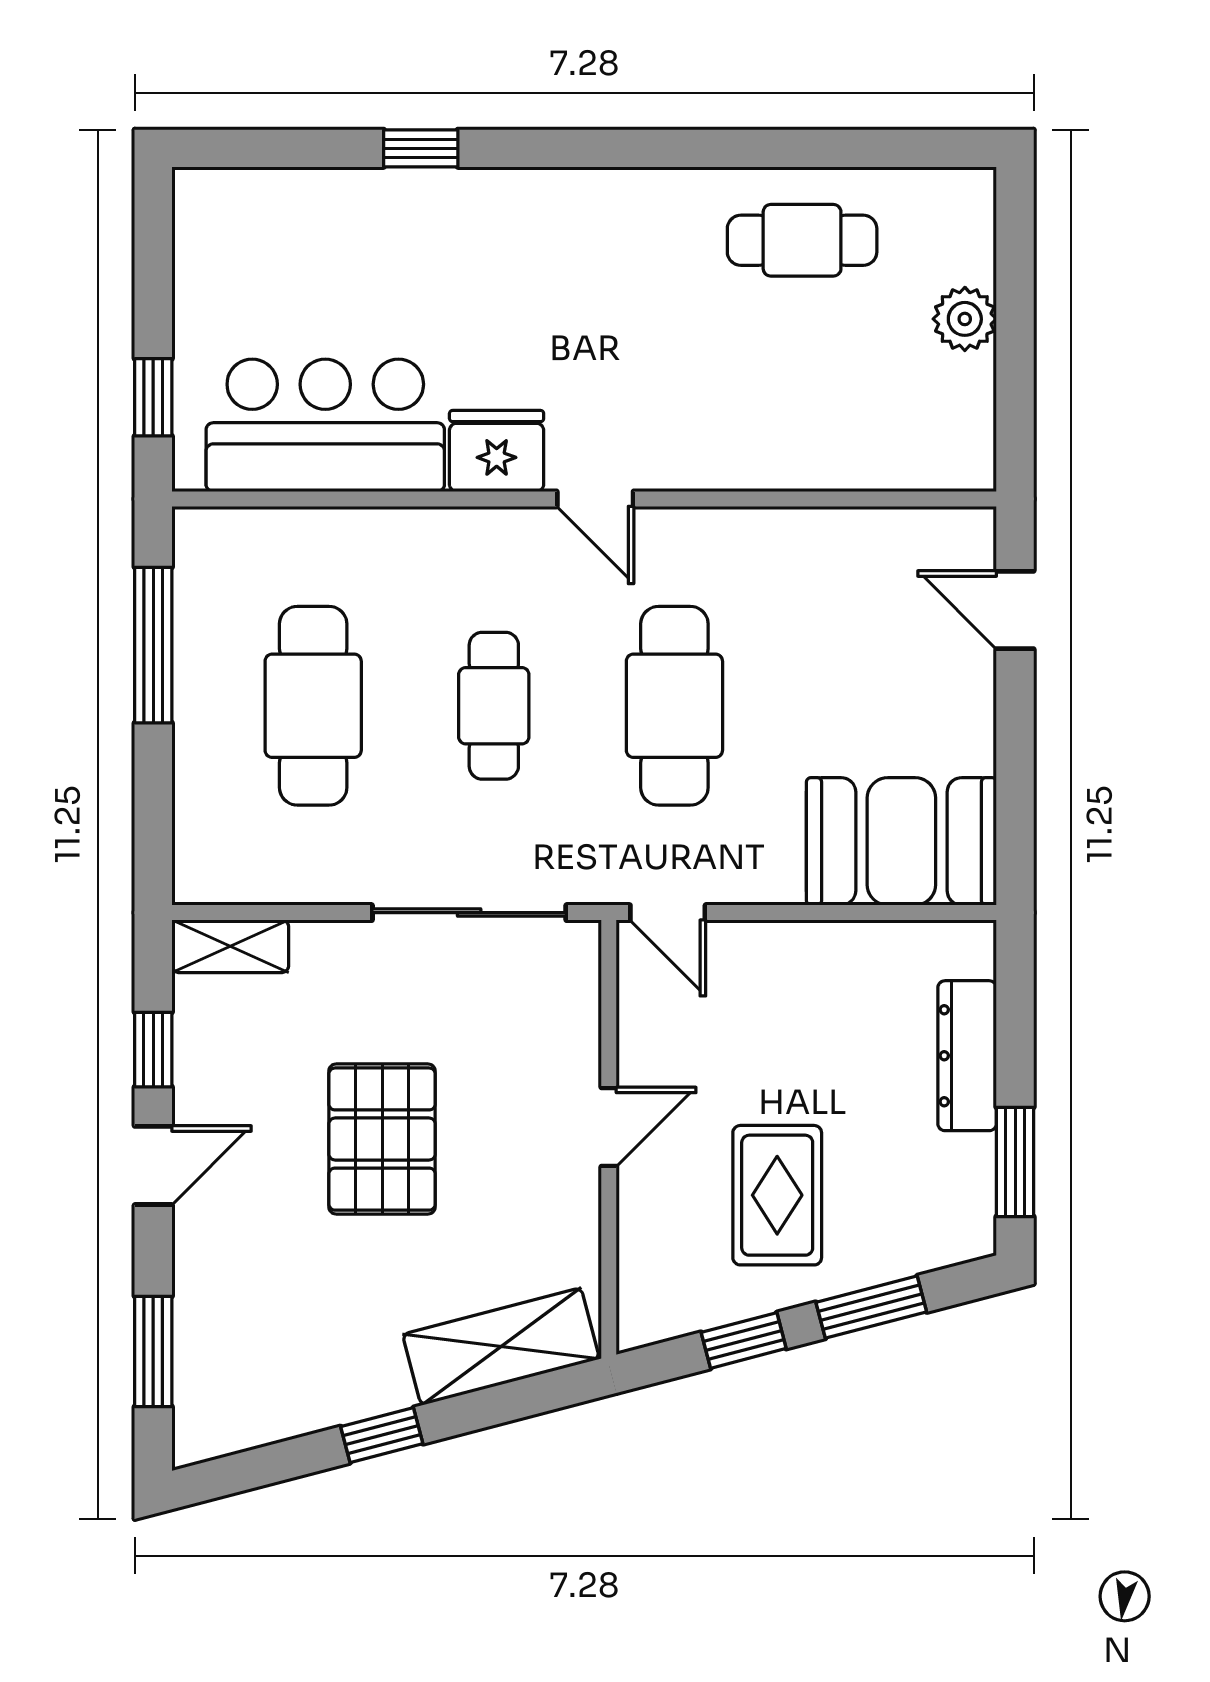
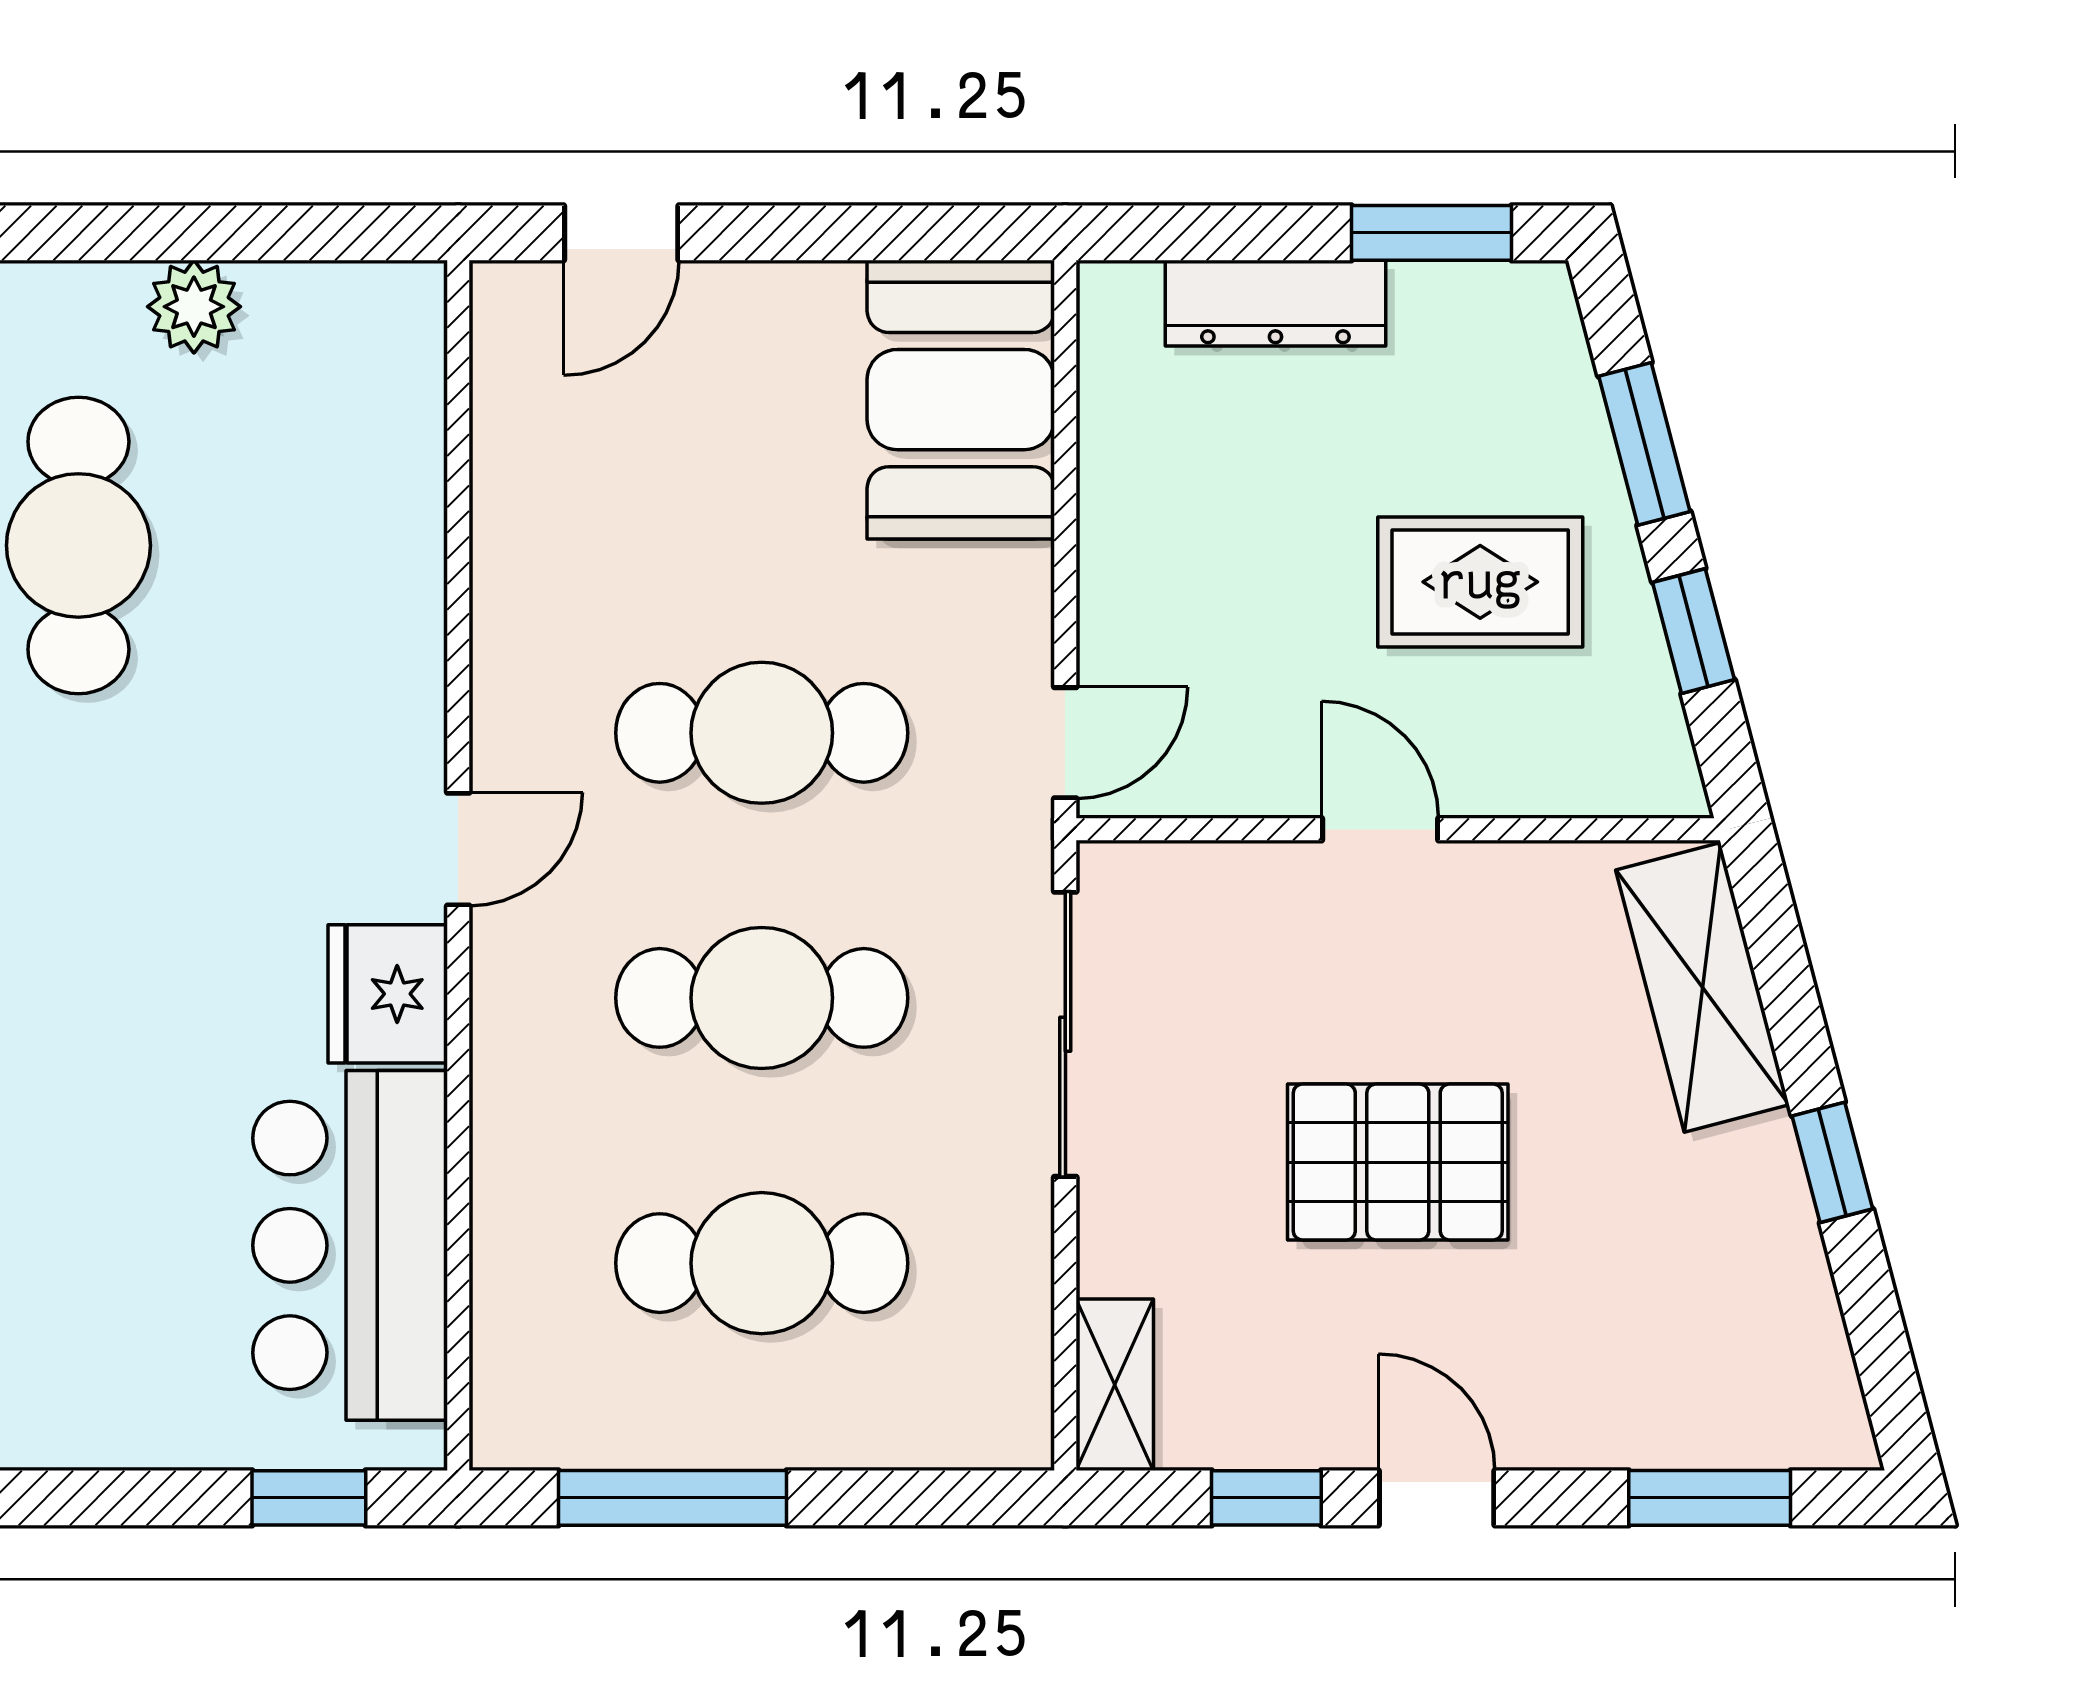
cafe table: (802, 240) -> (78, 545), width x1.37, depth x1.35
cafe table: (494, 706) -> (762, 998), width x1.37, depth x1.35

